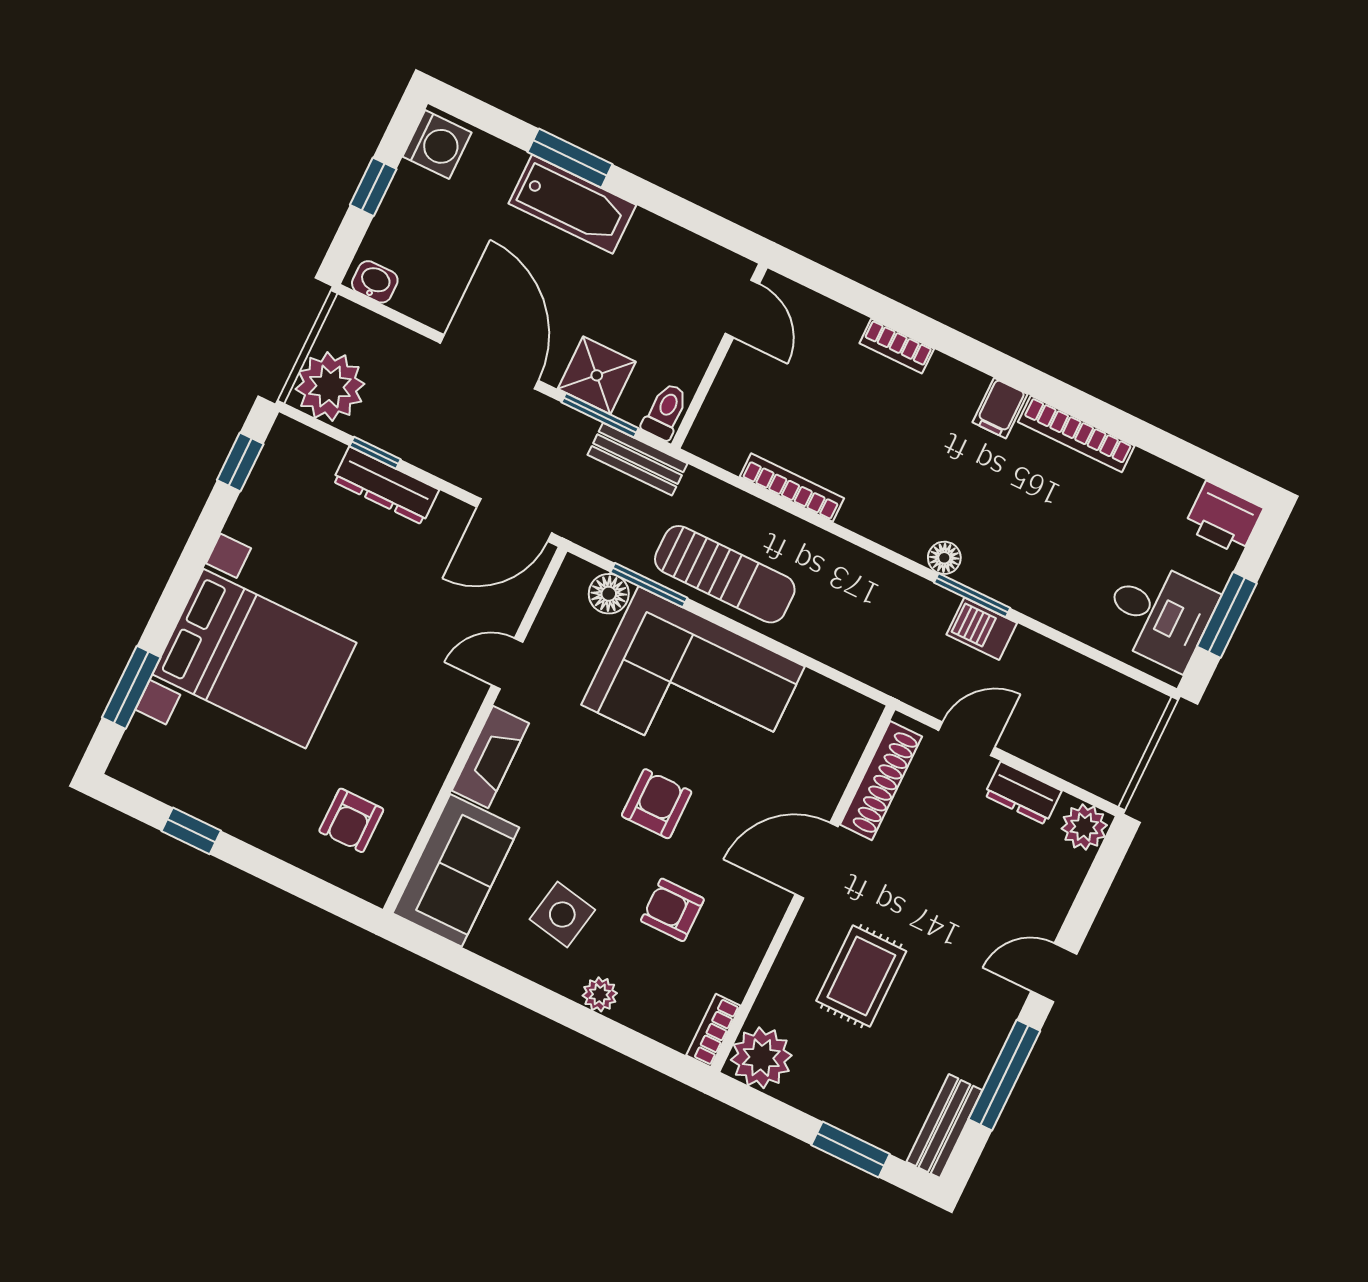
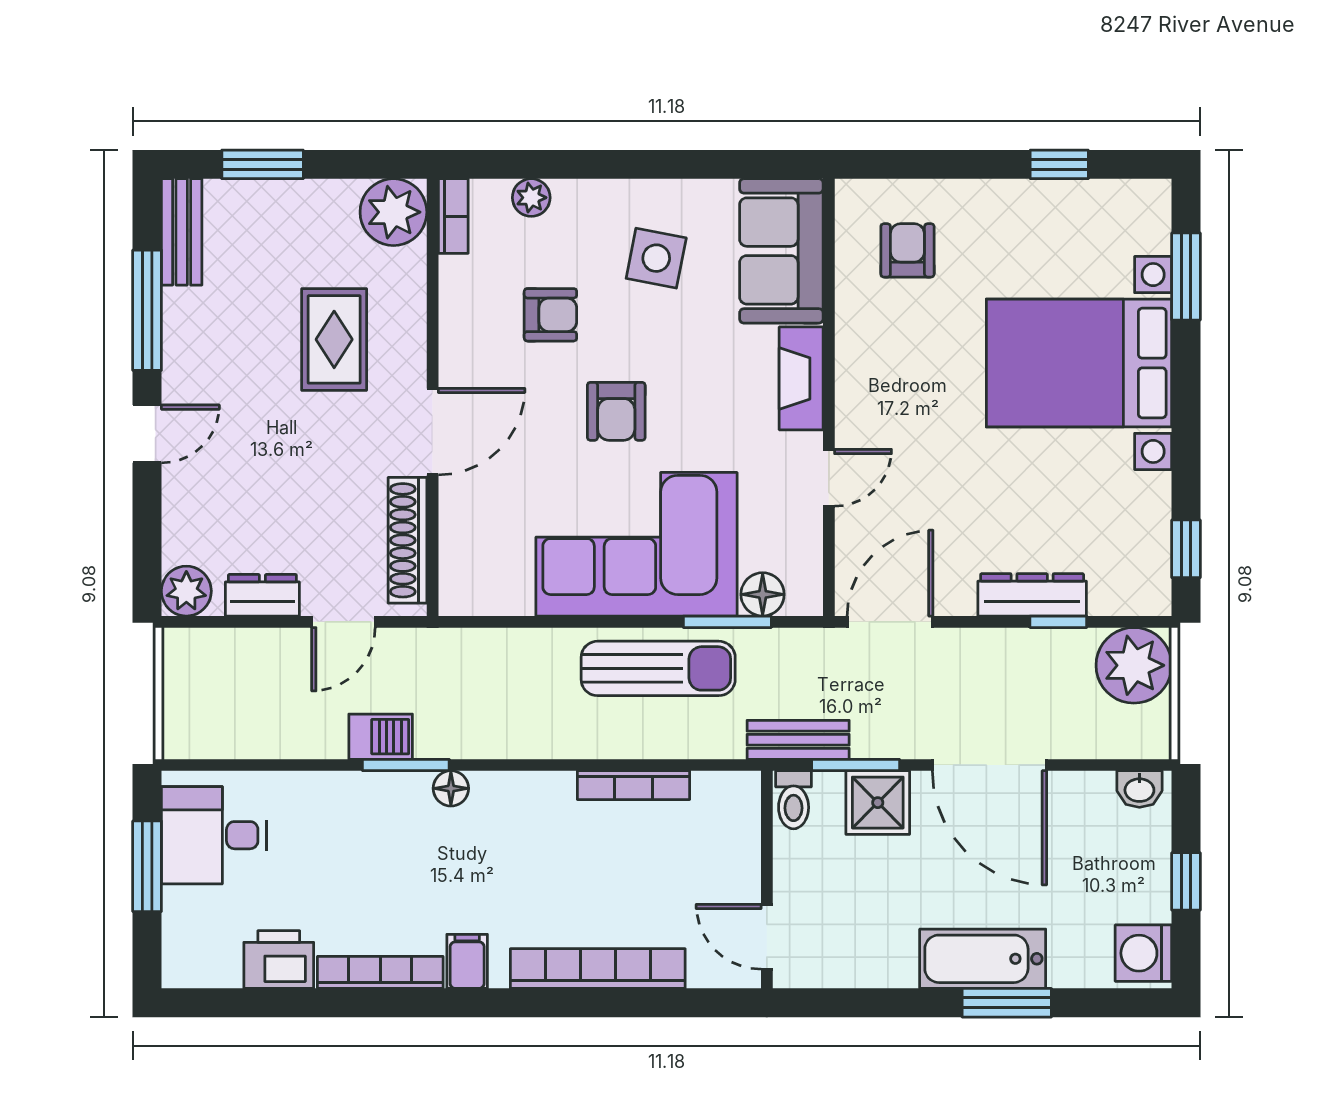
bookcase: (897, 346) -> (598, 969), width x2.31, depth x1.31
printer: (1223, 518) -> (279, 960), moved
sun lounger: (725, 574) -> (658, 668), turned 180
plant: (600, 994) -> (531, 198), moved

